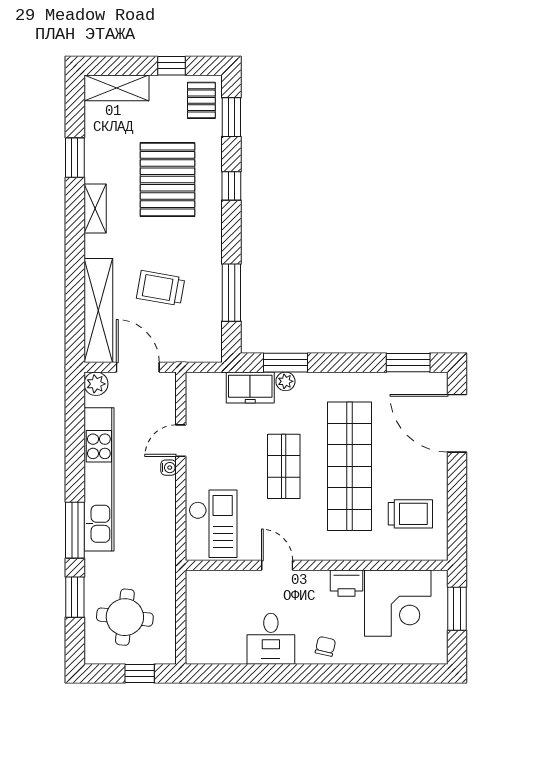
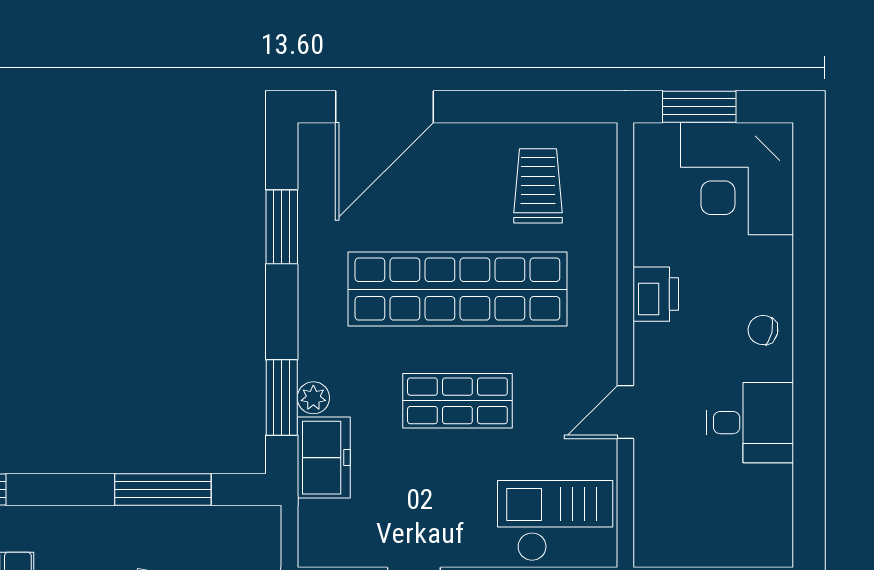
window: (408, 363) -> (282, 227), moved
corner desk: (398, 603) -> (737, 179), moved, turned 180

